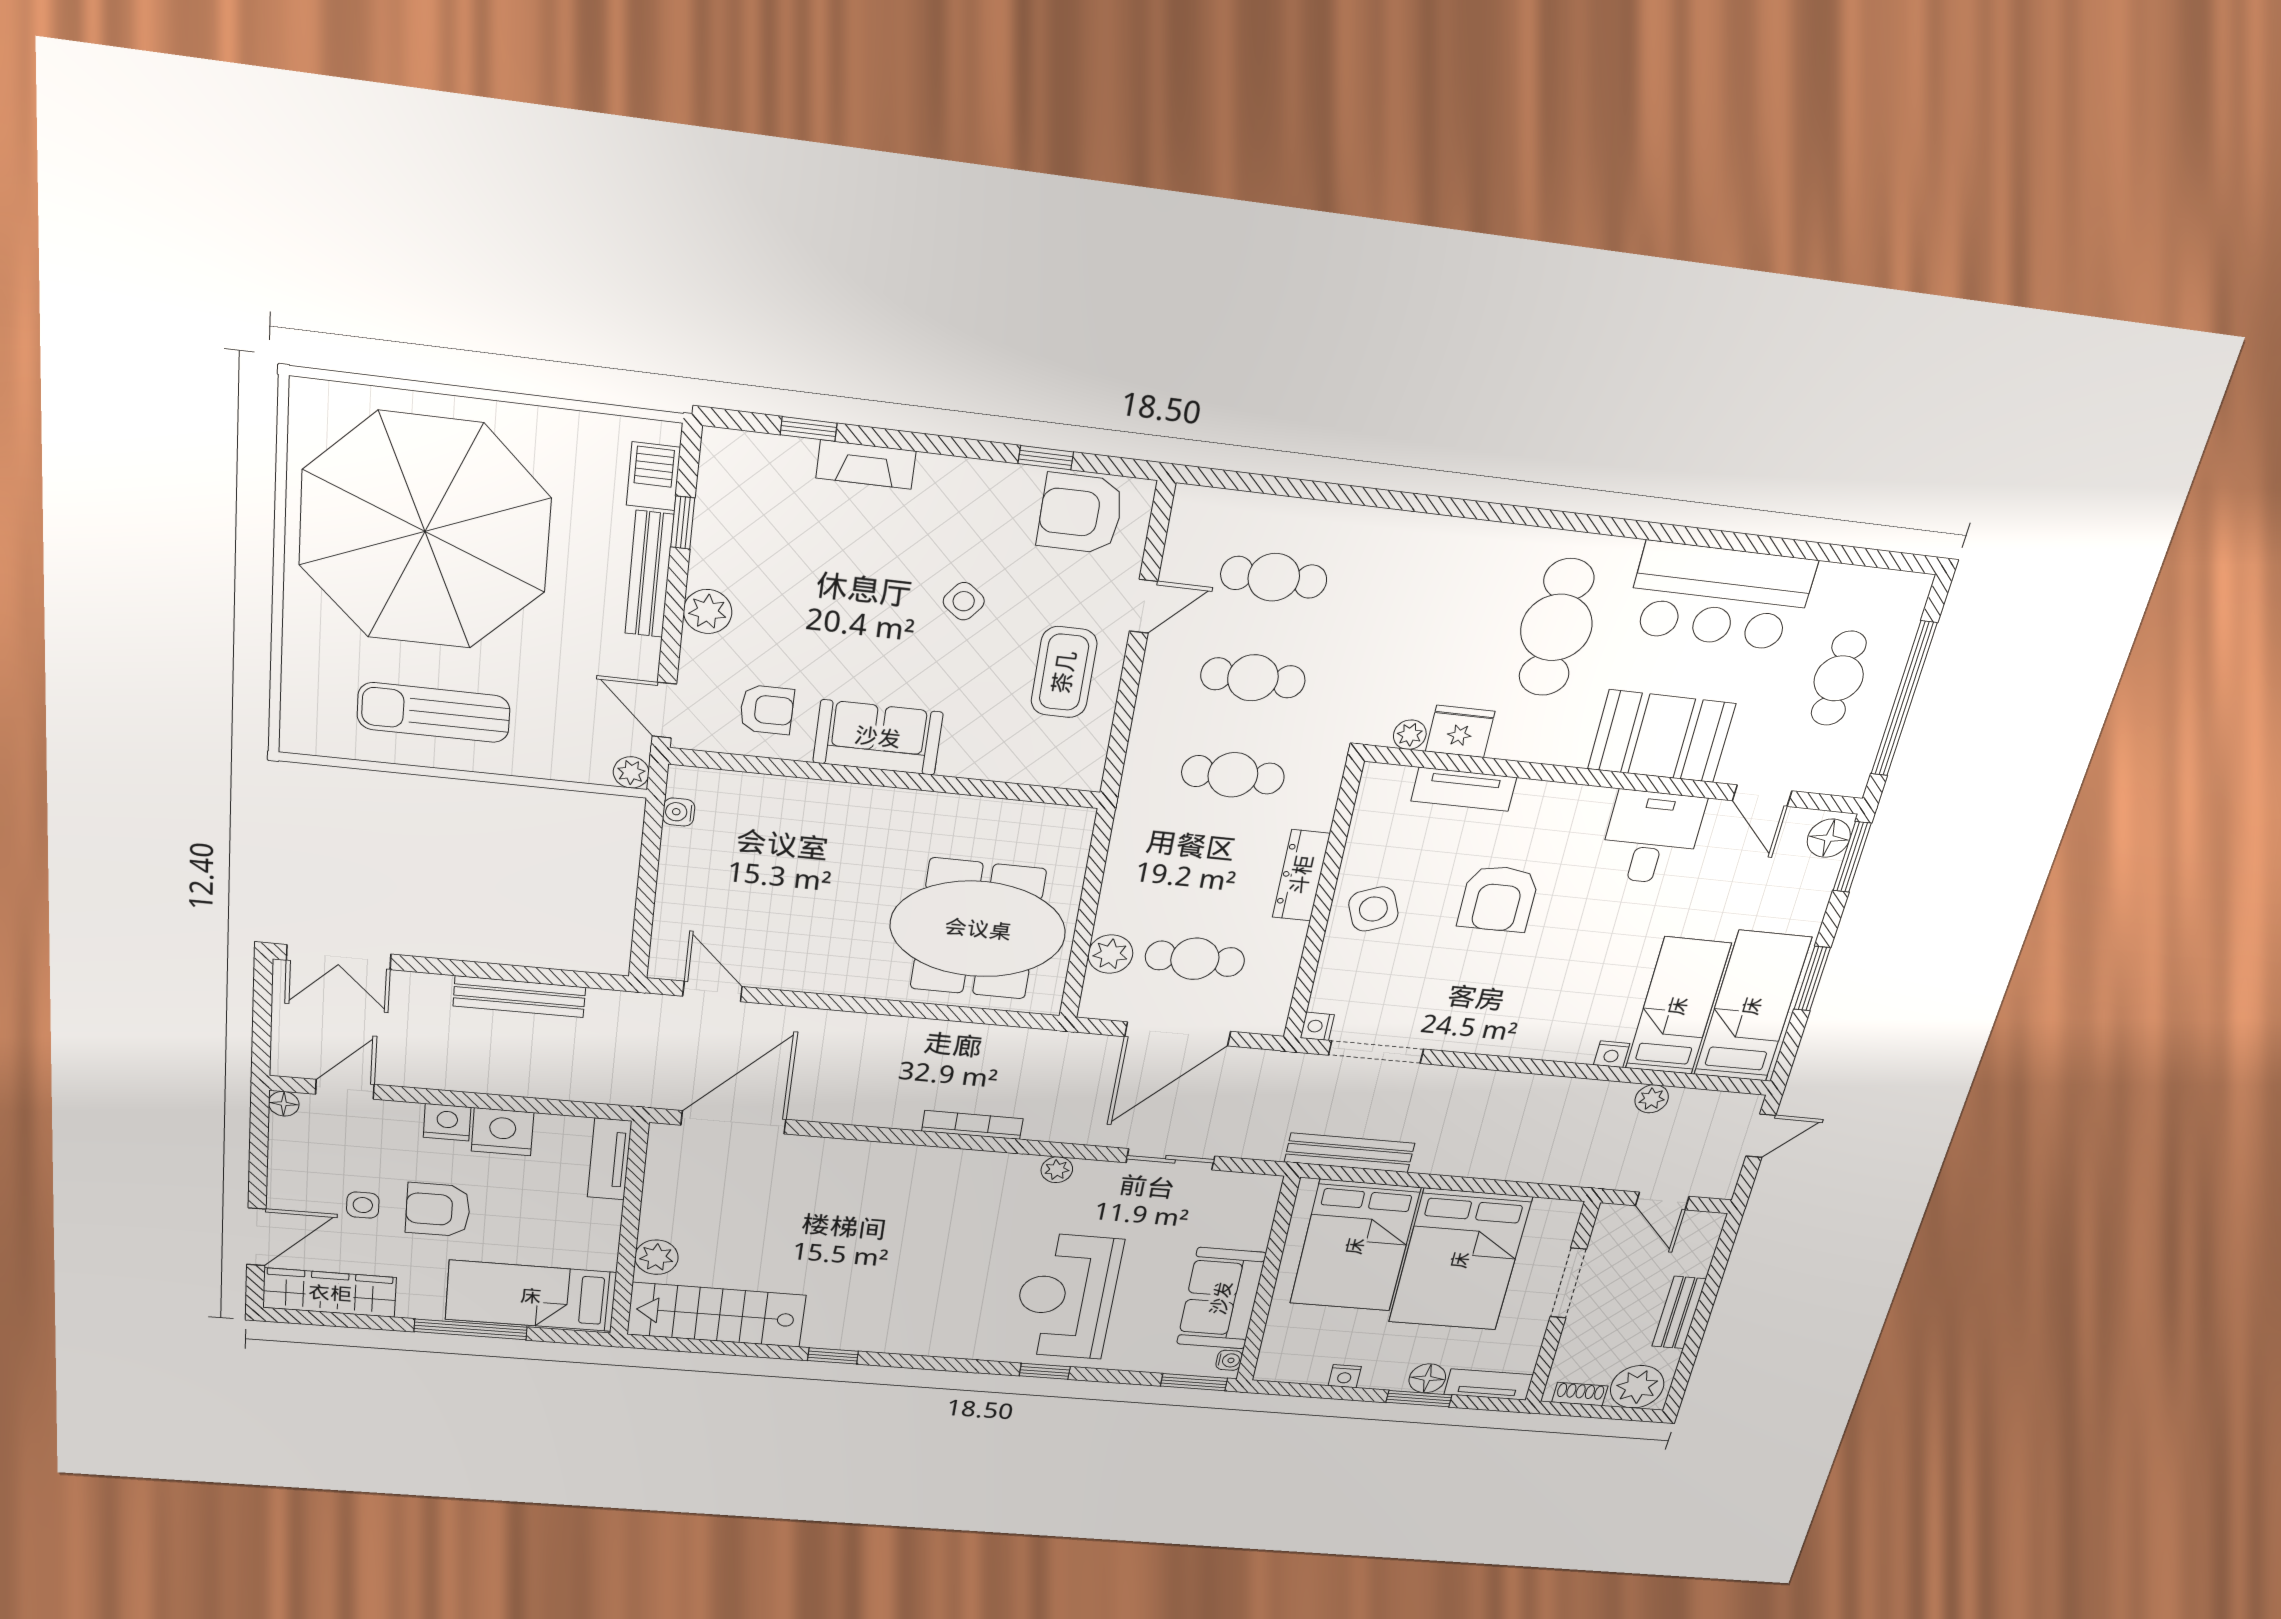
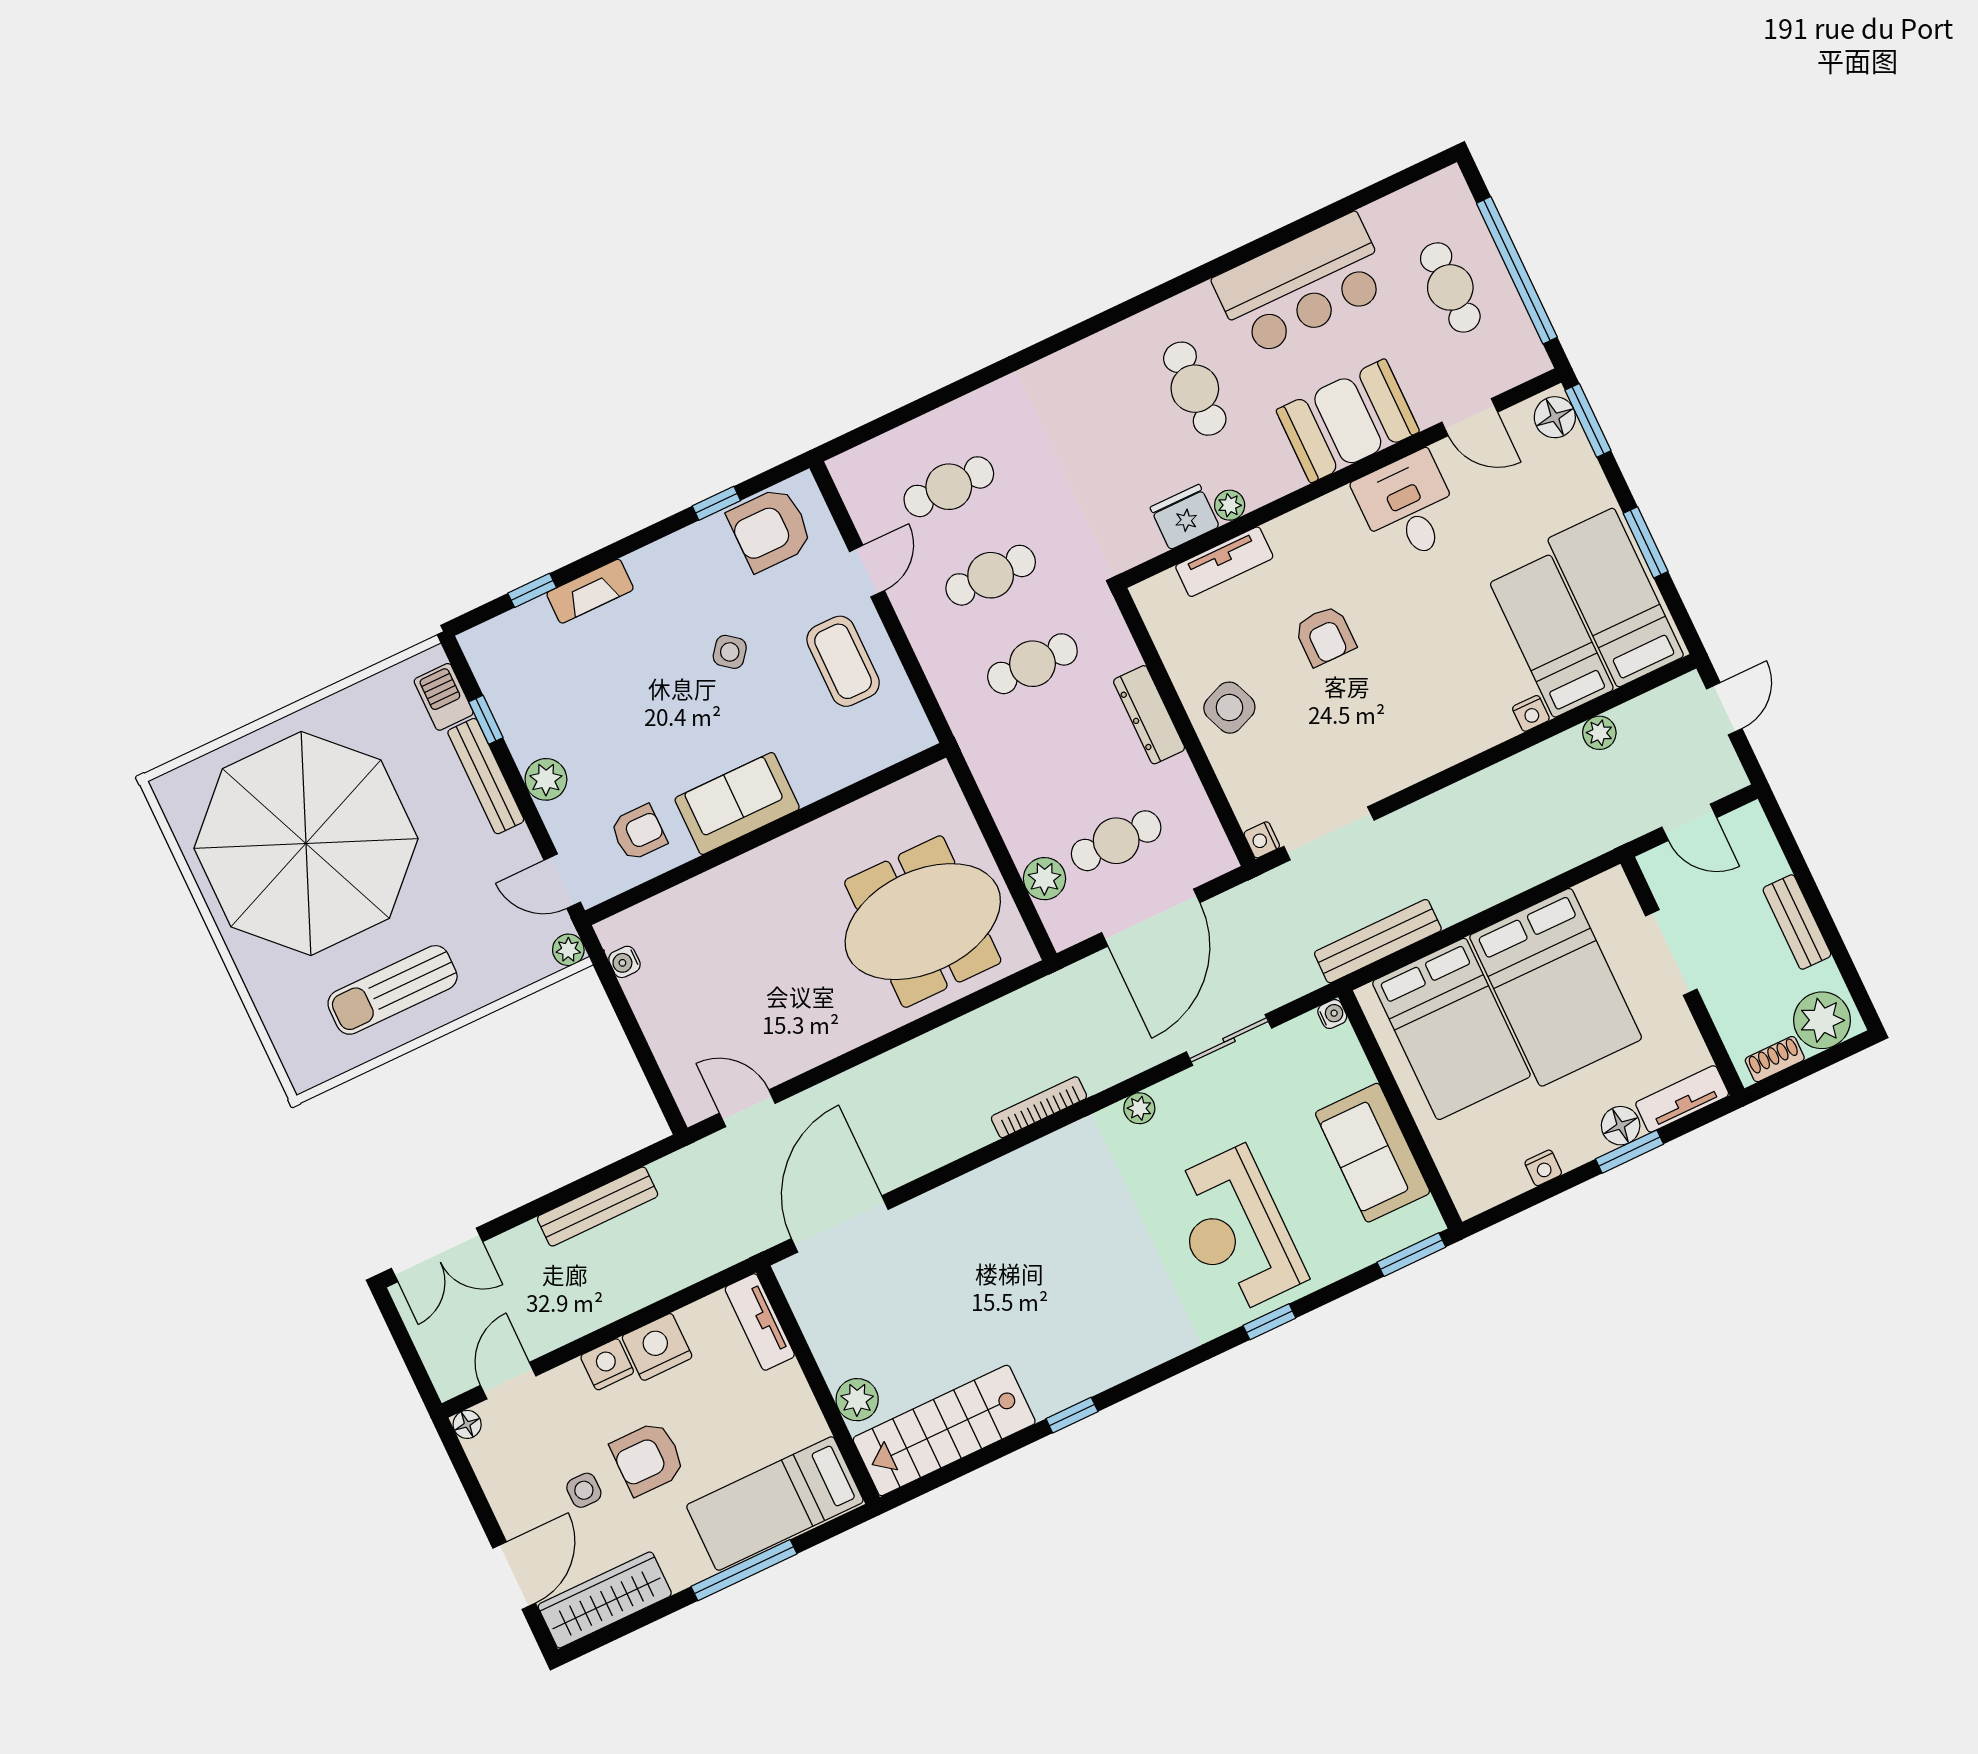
cafe table: (1556, 628) -> (1195, 389), width x0.73, depth x0.74
plant: (1410, 735) -> (1230, 505), moved
armchair: (1498, 899) -> (1325, 636), width x0.72, depth x0.72
water cooler: (1229, 1360) -> (1332, 1014), moved

